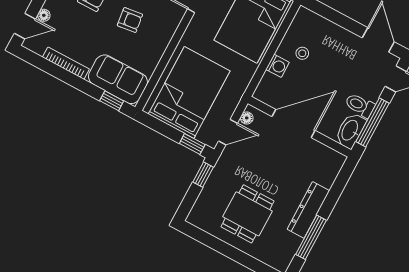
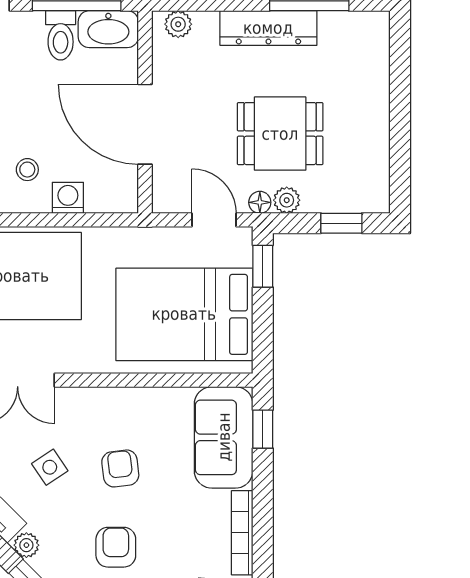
floor lamp: (247, 118) -> (260, 202), moved
plant: (334, 166) -> (178, 24), added
plant: (218, 173) -> (287, 200), added
window: (203, 175) -> (341, 223), moved
dining table: (248, 214) -> (280, 134), moved

